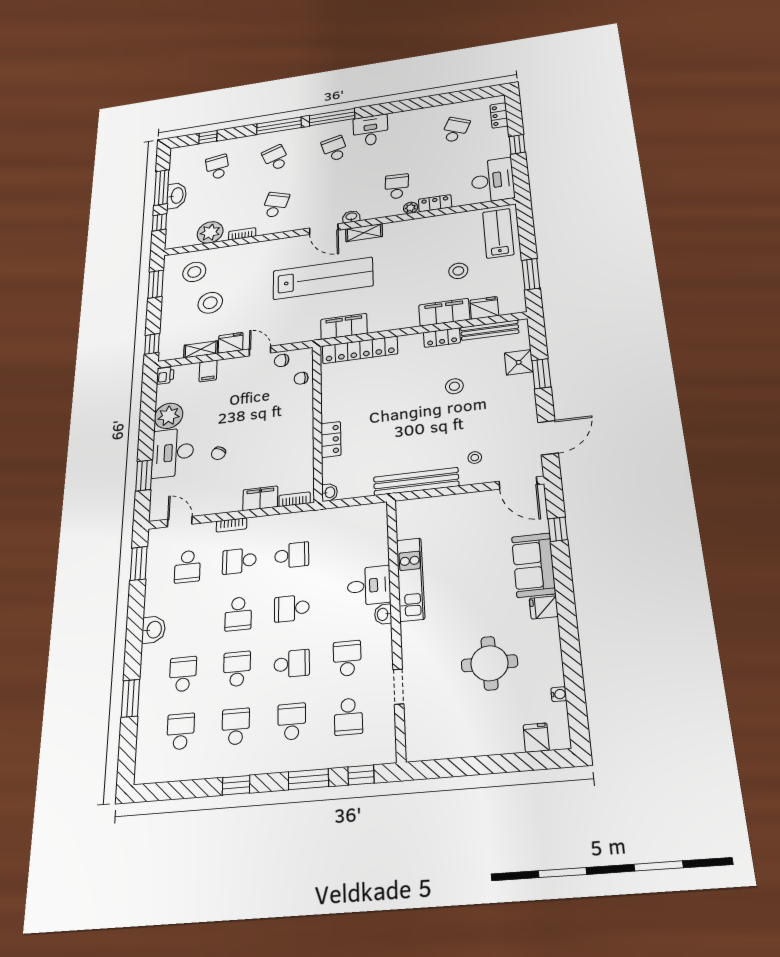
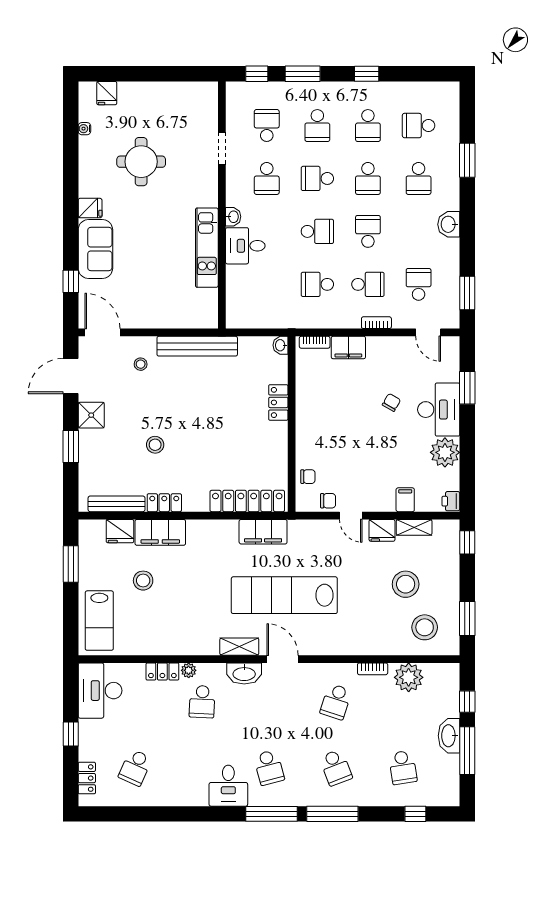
washbasin: (351, 217) -> (244, 673), width x1.91, depth x1.45
shower: (519, 362) -> (91, 415), moved
school desk: (181, 731) -> (419, 126), turned 90

